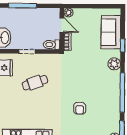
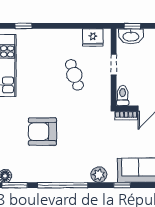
armchair: (80, 108) -> (42, 132), width x1.88, depth x1.88

